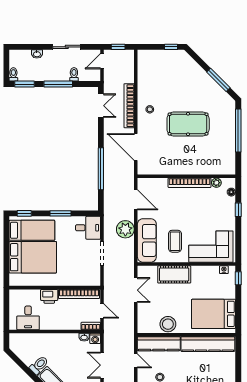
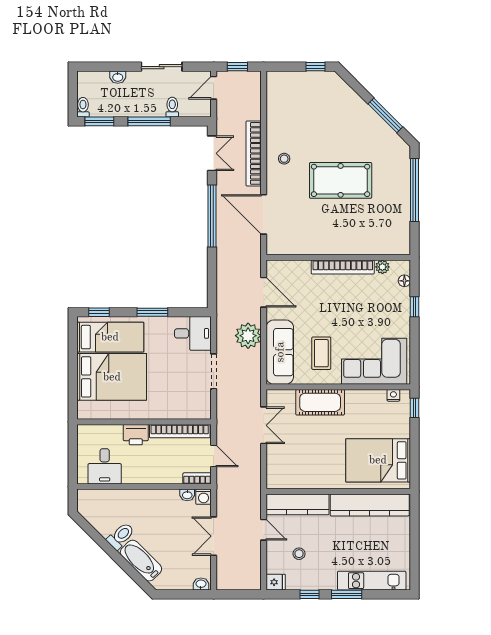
window: (101, 169) -> (212, 216), moved
stool: (168, 324) -> (311, 476), removed

